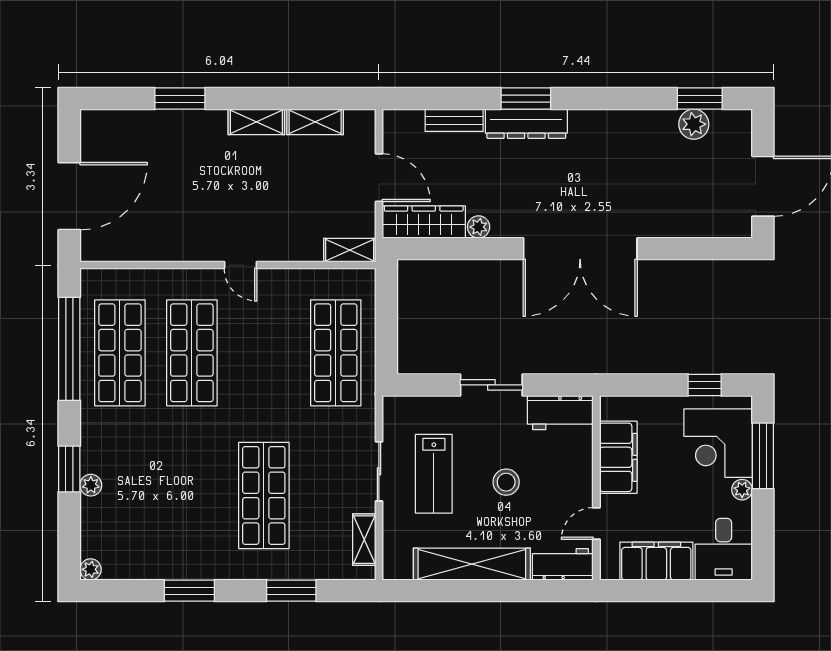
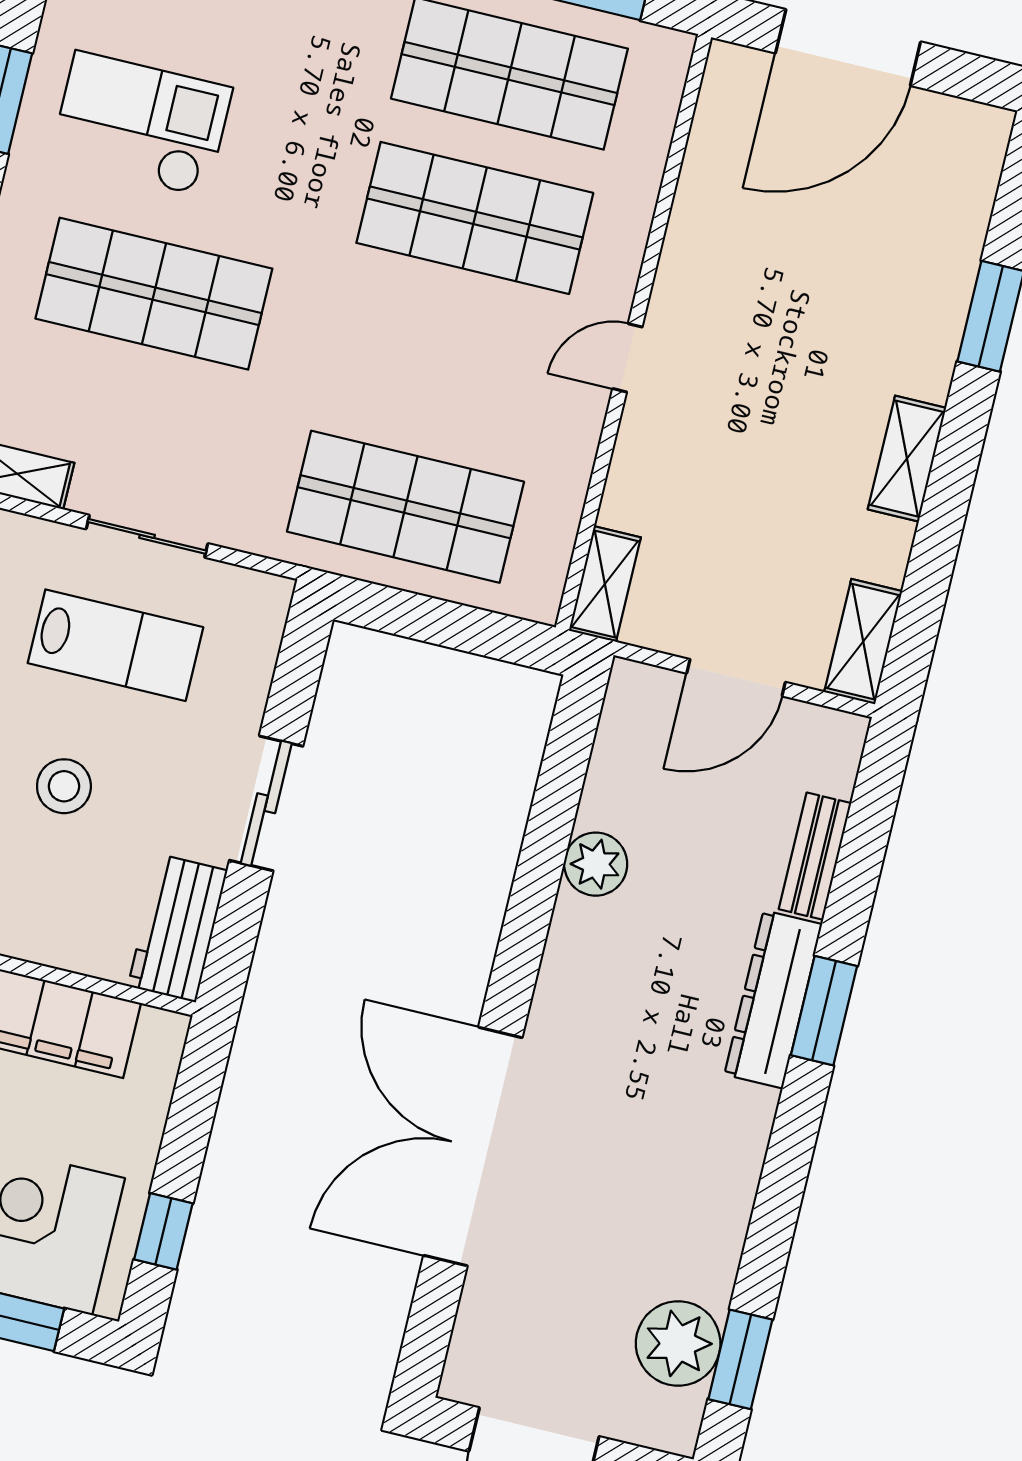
shelving: (315, 122) -> (863, 642), moved
plant: (694, 124) -> (678, 1343), width x1.36, depth x1.36
door: (69, 196) -> (848, 47), hinge flipped
wardrobe: (424, 222) -> (626, 746), removed
plant: (479, 227) -> (596, 864), width x1.38, depth x1.38
double door: (580, 249) -> (473, 1146), moved
lab bench: (434, 474) -> (115, 645), turned 180
checkout: (185, 521) -> (141, 124), added

